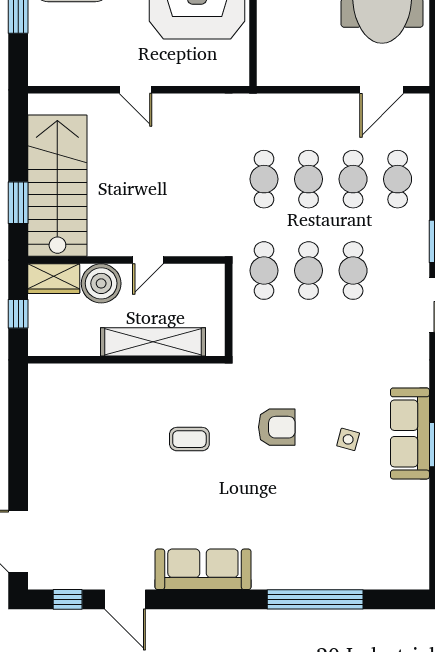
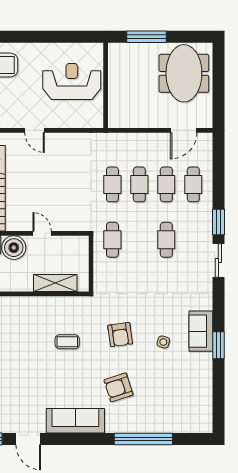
door: (148, 260) -> (42, 233), swing flipped
cafe table: (309, 271) -> (139, 240), removed
shelving: (153, 342) -> (55, 283), width x0.68
armchair: (277, 427) -> (120, 335), turned 82
sofa: (410, 433) -> (201, 331), width x0.73
armchair: (274, 514) -> (119, 387), added

